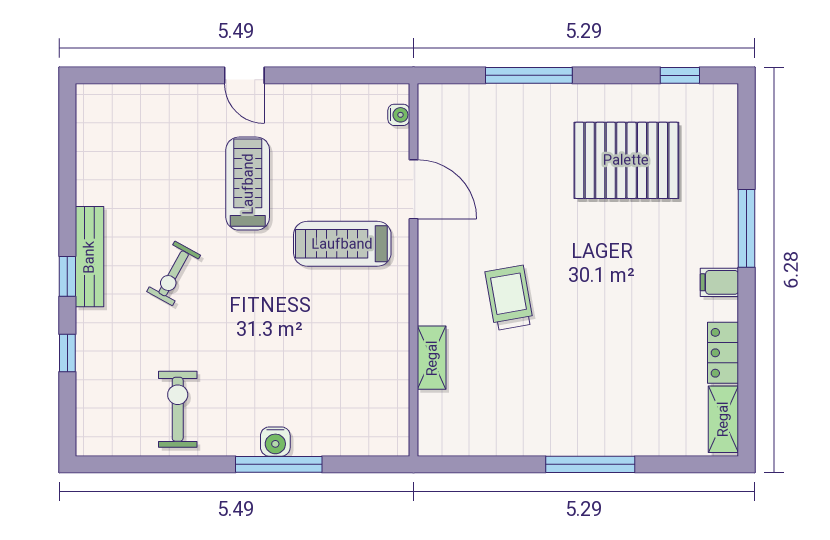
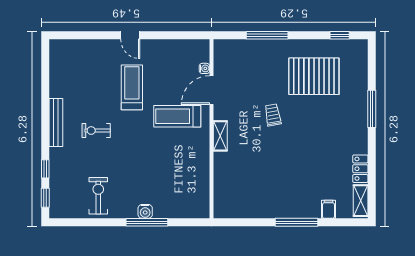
water cooler: (399, 115) -> (204, 68), moved
door: (413, 189) -> (212, 90), swing flipped
exercise bike: (174, 273) -> (96, 131), turned 61
window: (67, 276) -> (45, 198), moved
filing cabinet: (719, 282) -> (328, 209), moved, turned 90
trolley: (509, 298) -> (273, 115), moved, width x0.73, depth x0.72
shelving: (432, 358) -> (220, 136), moved

